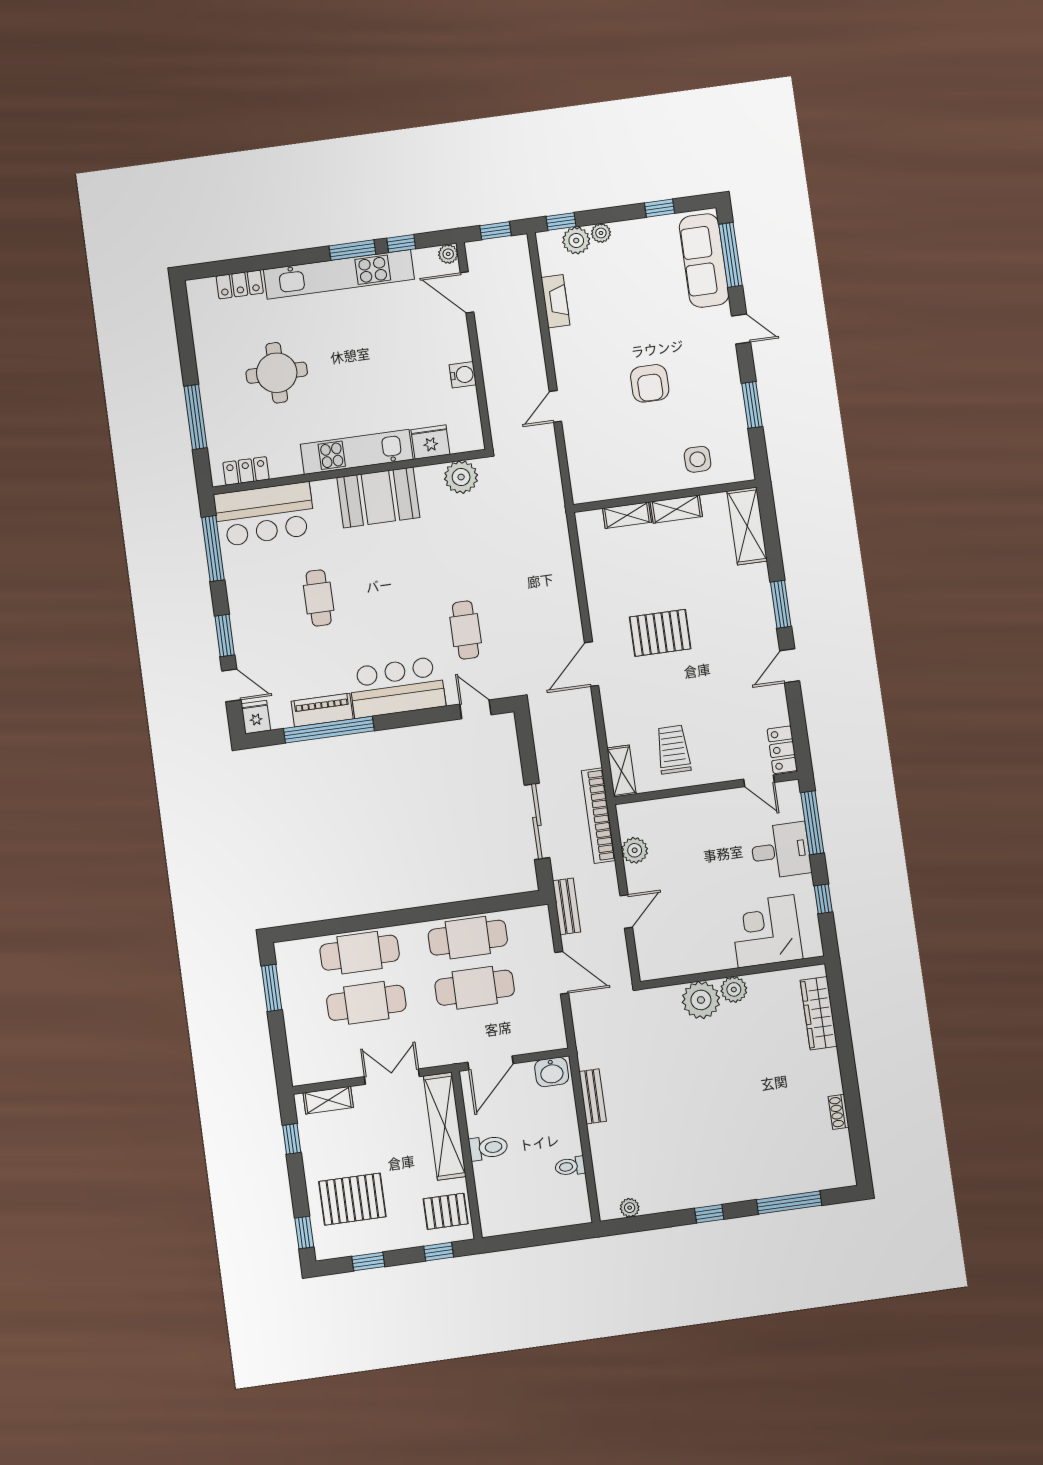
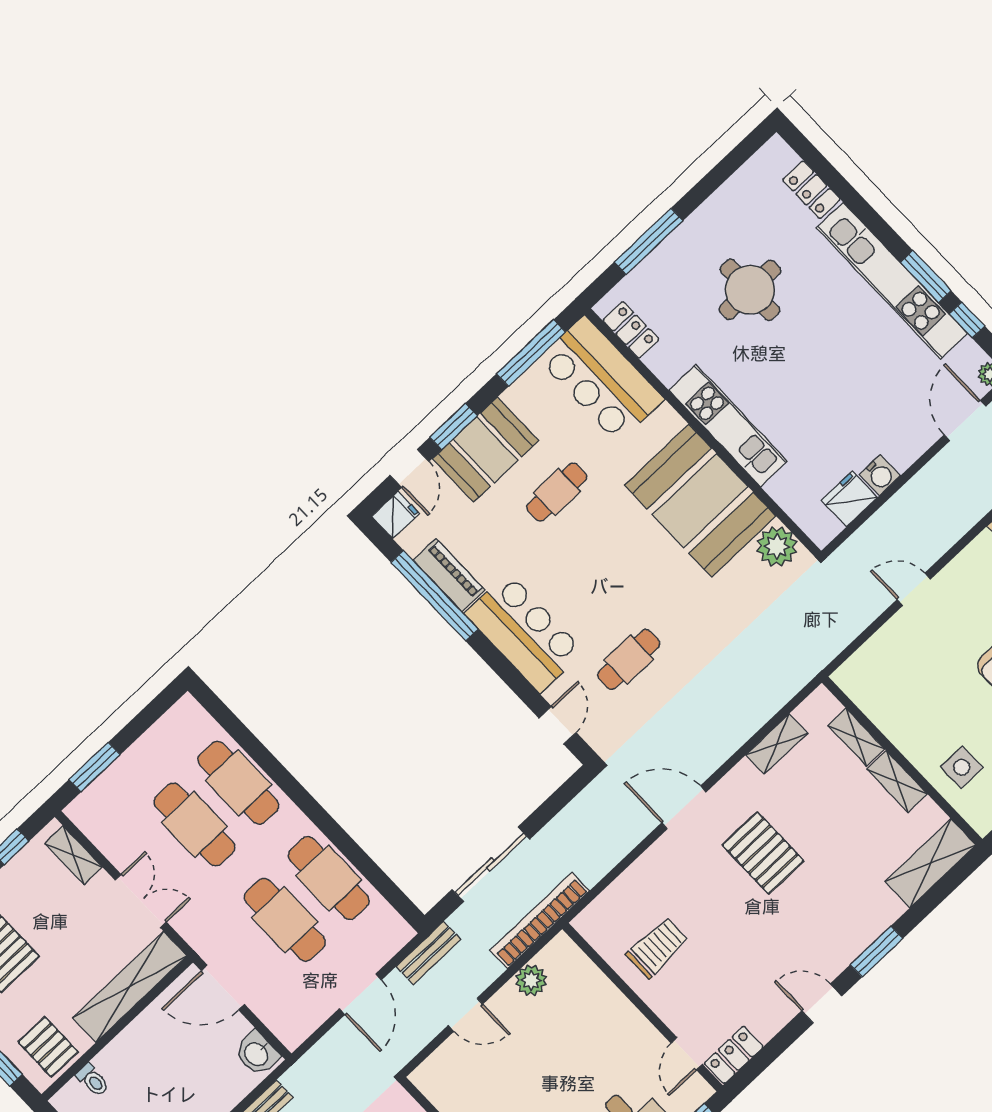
fridge: (430, 442) -> (849, 499), moved, turned -90
booth: (378, 497) -> (700, 501), width x1.36, depth x1.42
booth: (256, 625) -> (486, 450), added
shelving: (622, 771) -> (777, 744), moved
window: (272, 988) -> (95, 767), moved
toilet: (488, 1148) -> (93, 1080), moved, width x0.73, depth x0.72

